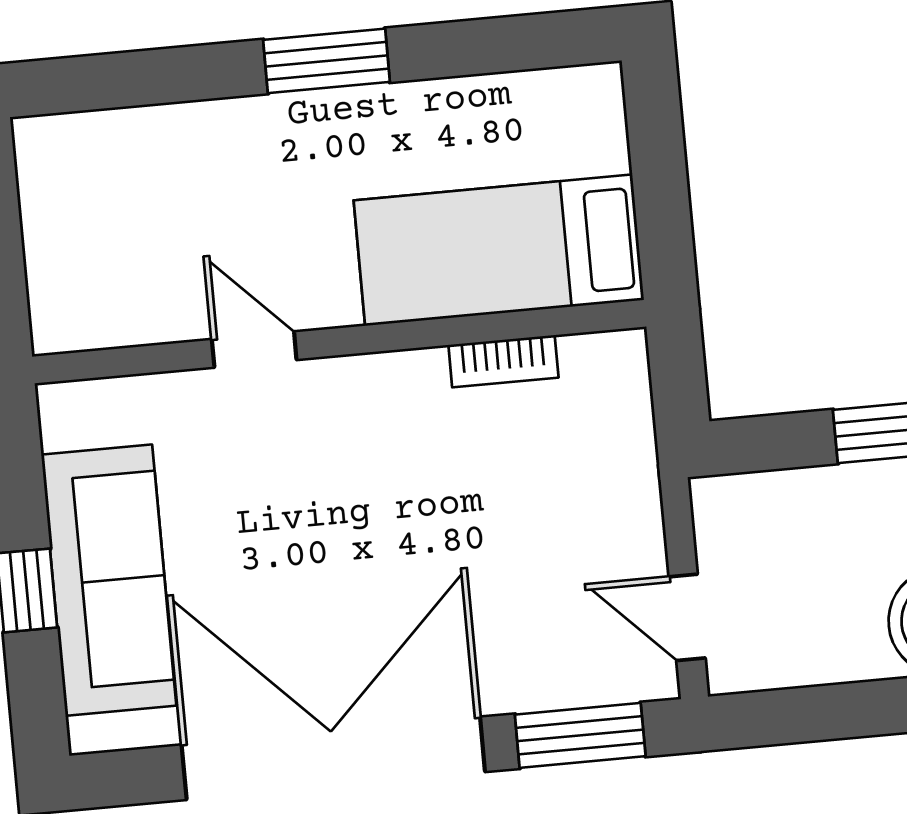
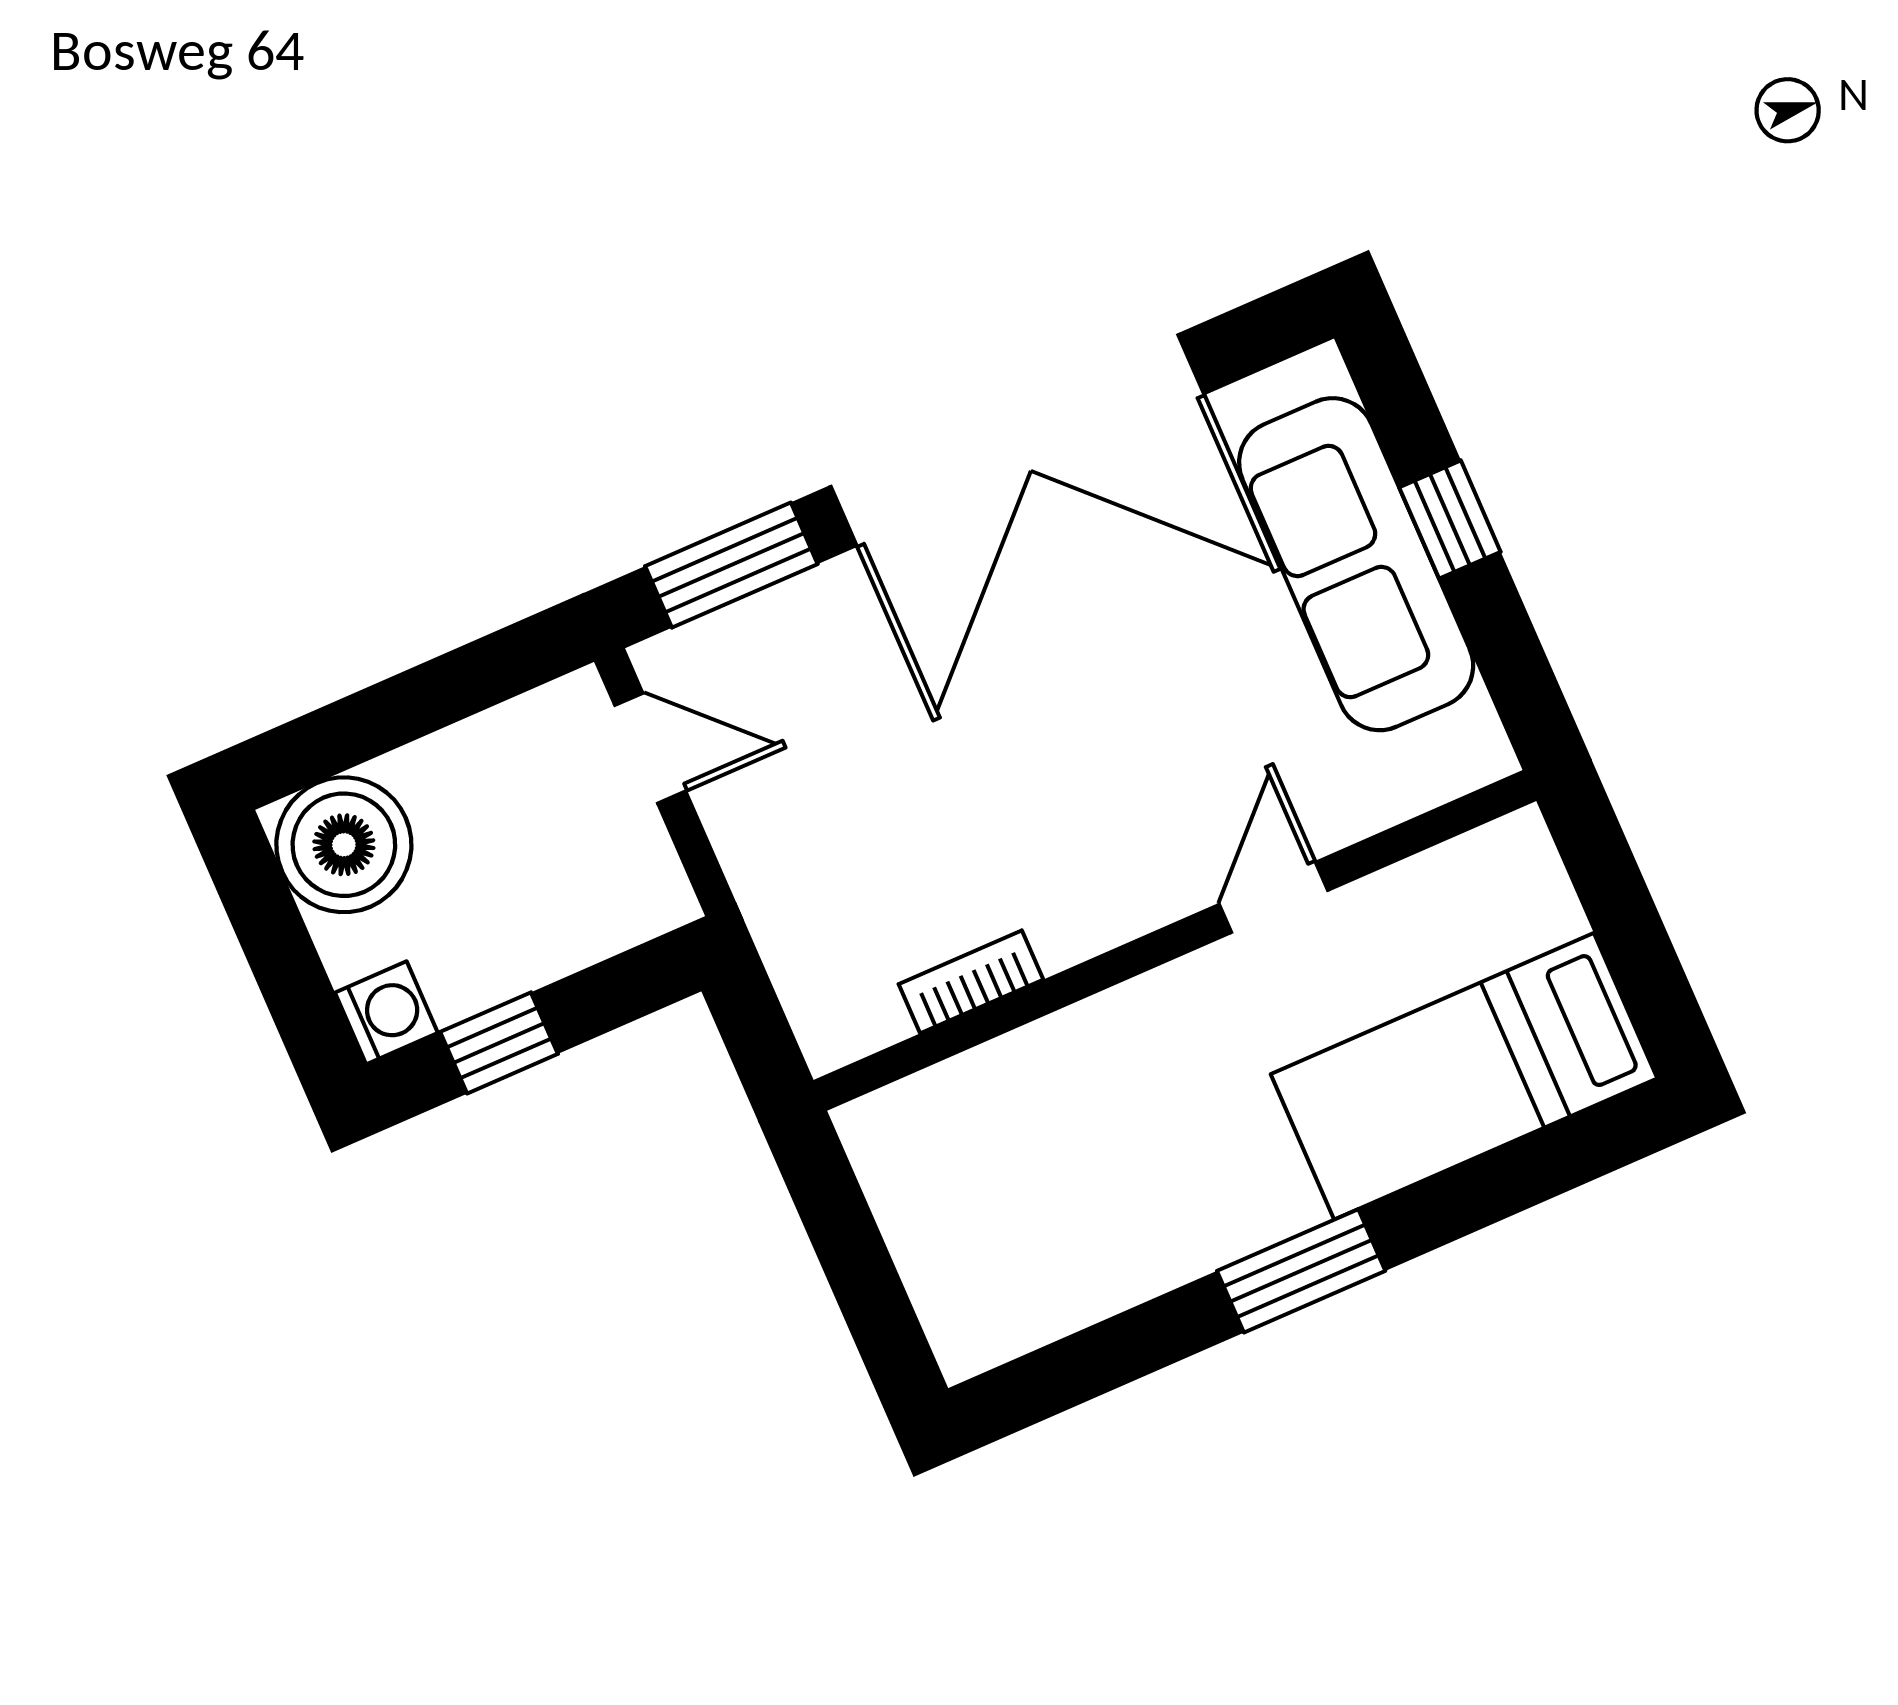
bed: (499, 250) -> (1464, 1076), moved, turned 180
door: (254, 350) -> (1273, 897), swing flipped

